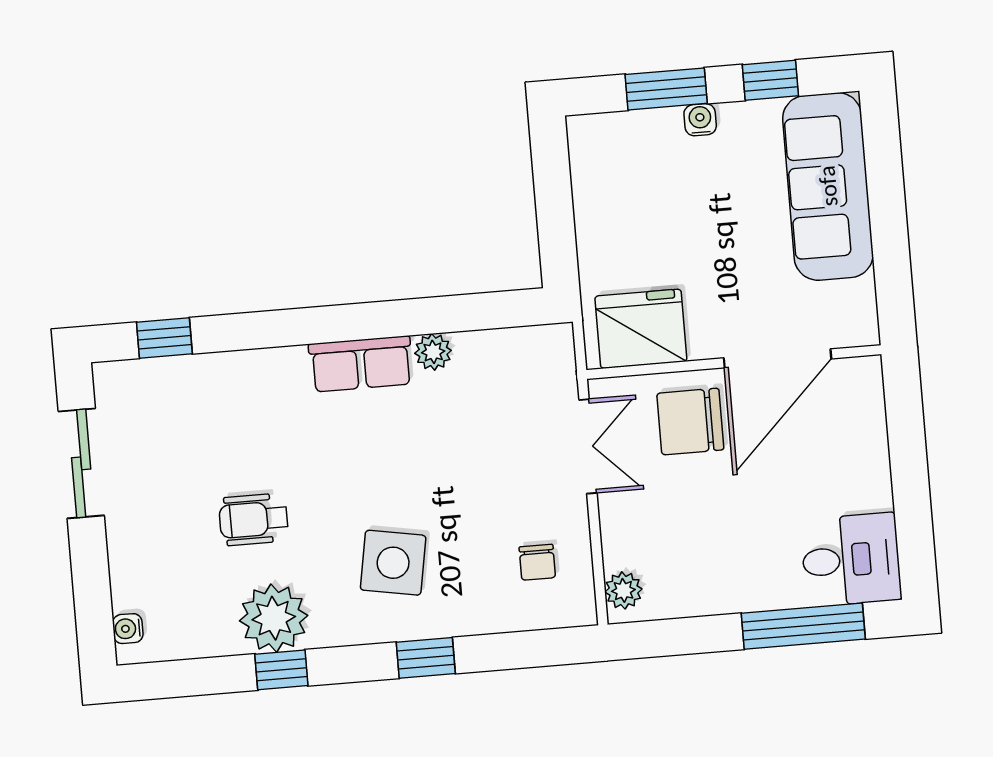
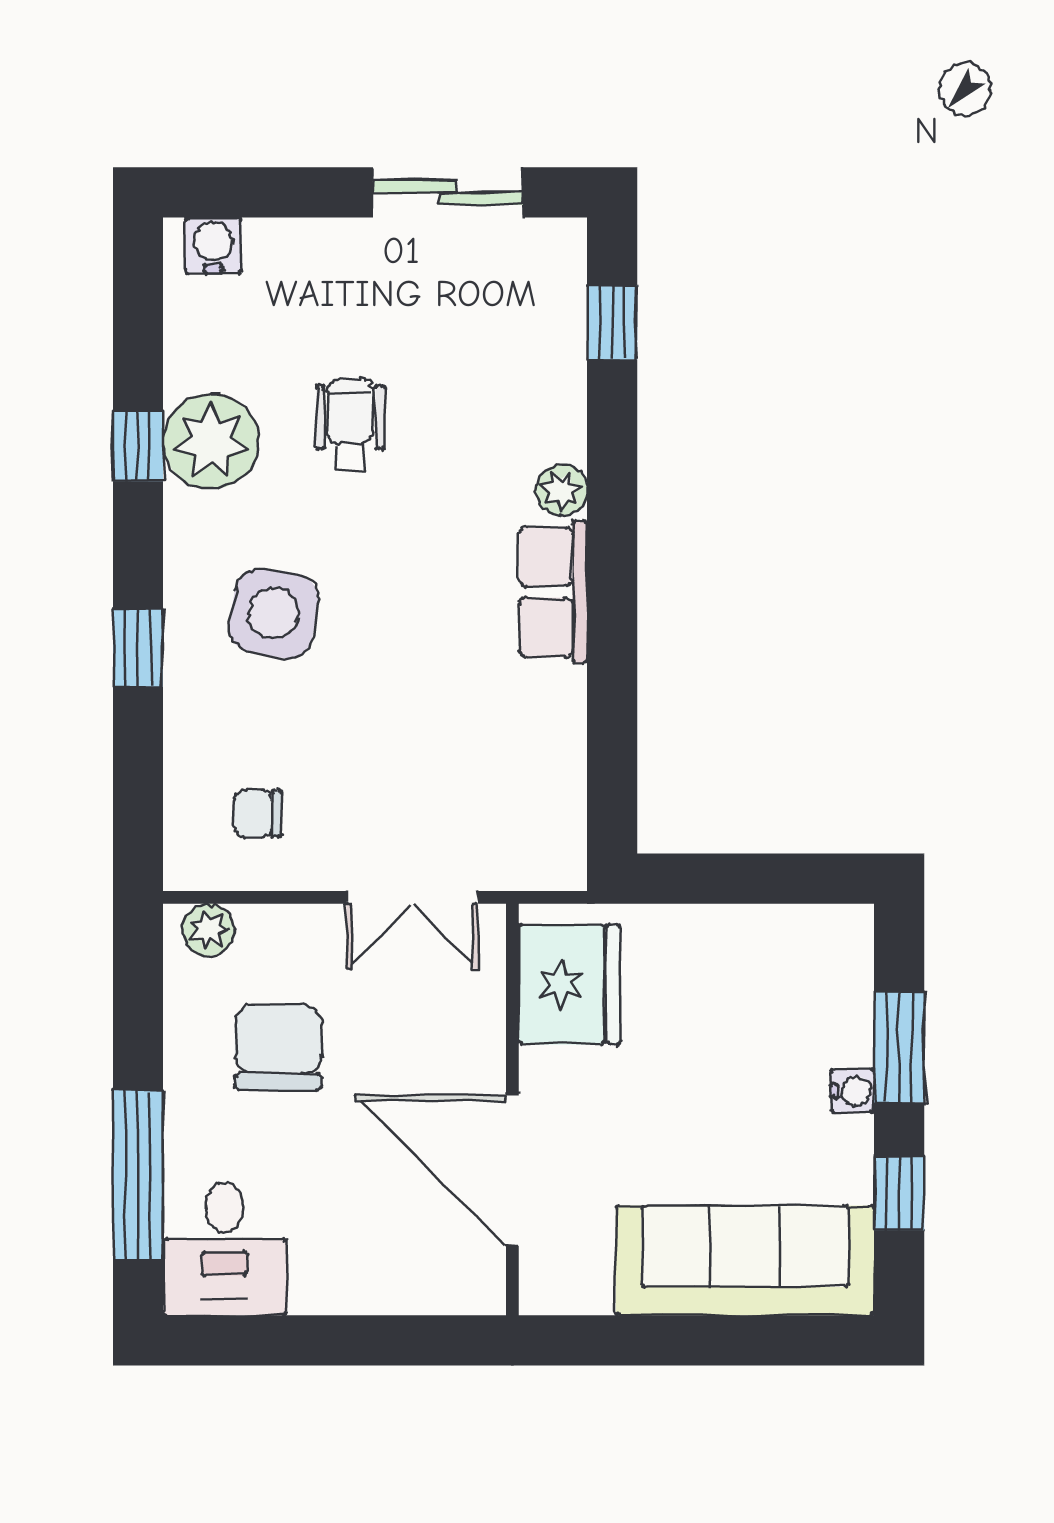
plant: (433, 352) -> (562, 490), moved
chair: (690, 422) -> (278, 1047), moved
water cooler: (128, 629) -> (213, 245), width x1.38, depth x1.38

